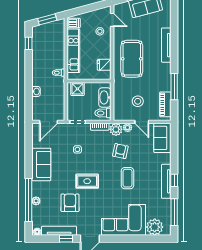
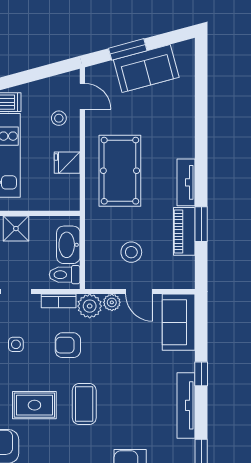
tv unit: (166, 45) -> (186, 182), moved, width x0.71
fridge: (104, 65) -> (67, 163), moved
window: (174, 87) -> (201, 224), width x0.69
piano: (165, 104) -> (184, 231), moved
armchair: (120, 151) -> (68, 345), moved, turned -102
coffee table: (127, 178) -> (84, 404), moved
window: (174, 180) -> (201, 374), moved

